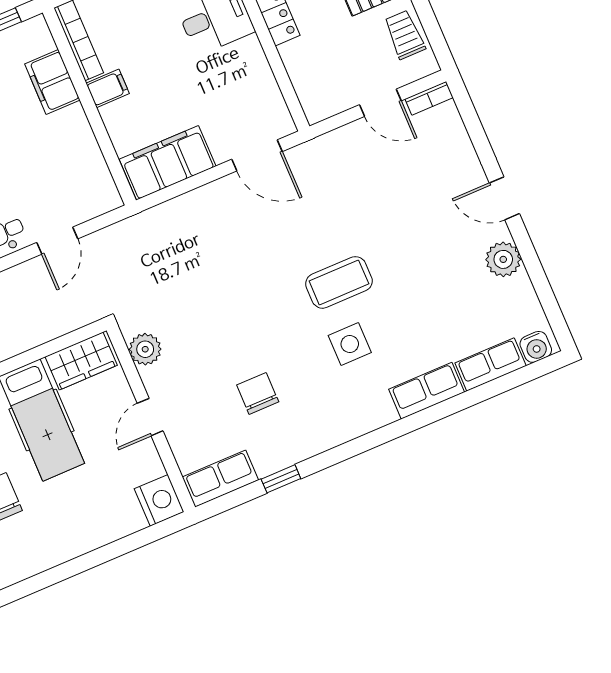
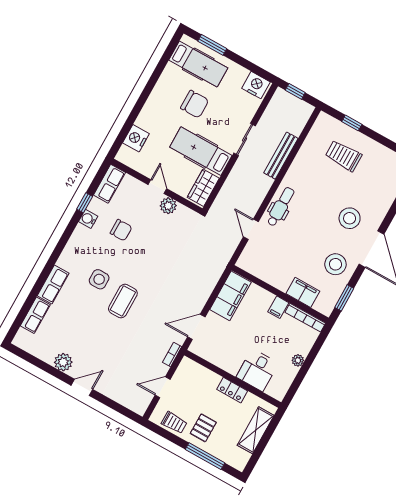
bookcase: (429, 98) -> (172, 354), moved
water cooler: (536, 347) -> (88, 219), moved
plant: (145, 349) -> (168, 206), moved
nightstand: (159, 500) -> (136, 138), moved, turned 90

